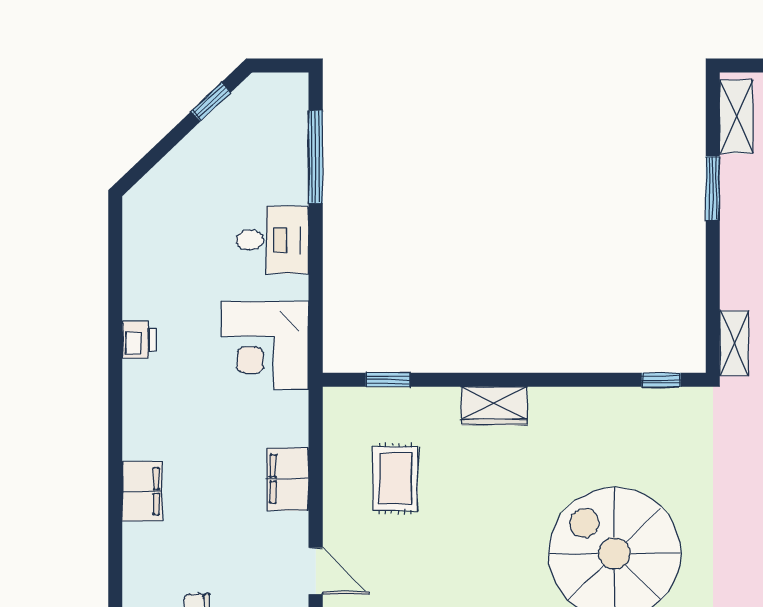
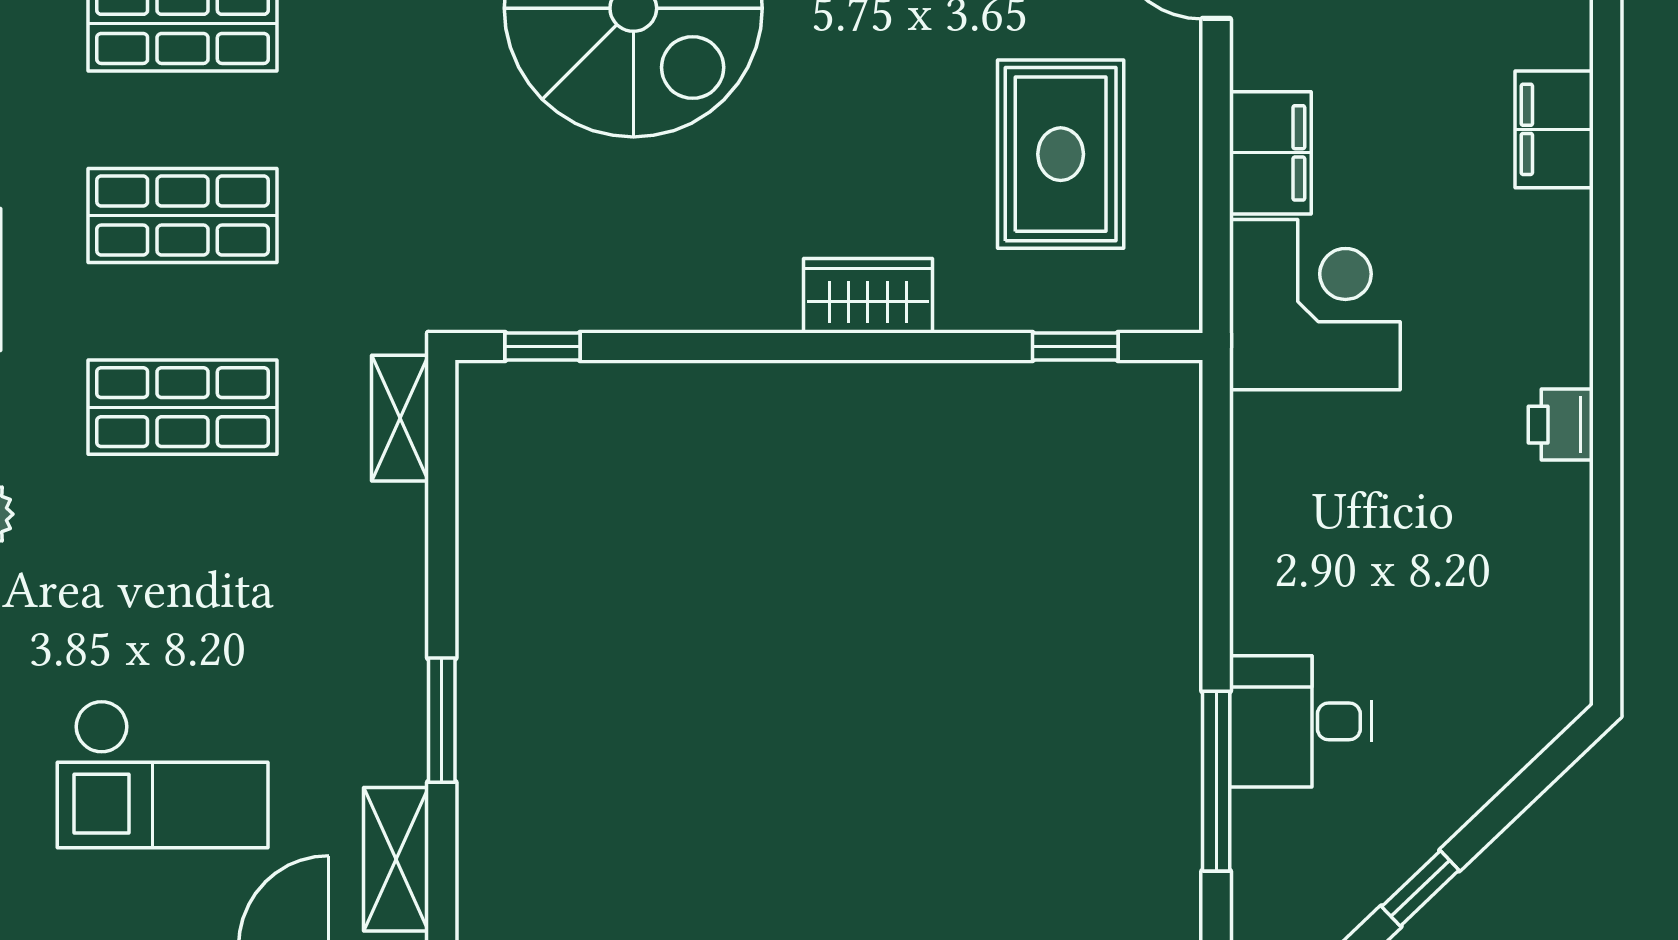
desk: (272, 240) -> (1301, 721), moved
corner desk: (265, 345) -> (1315, 305), moved
rug: (395, 478) -> (1061, 154), width x1.36, depth x1.43

